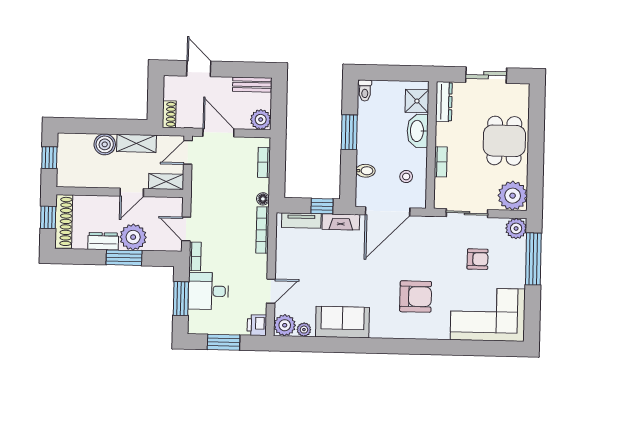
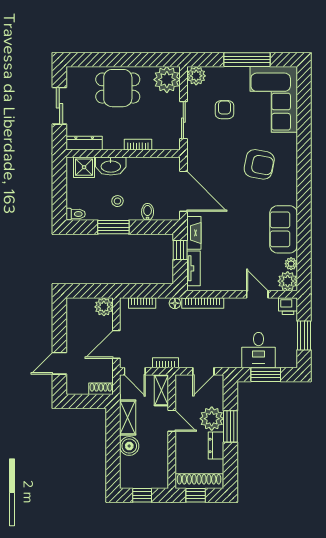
bench: (252, 85) -> (73, 315), removed
stool: (406, 177) -> (117, 201), moved
bookcase: (195, 256) -> (166, 363), moved
window: (533, 259) -> (247, 60), moved
armchair: (416, 297) -> (259, 164), turned 101

